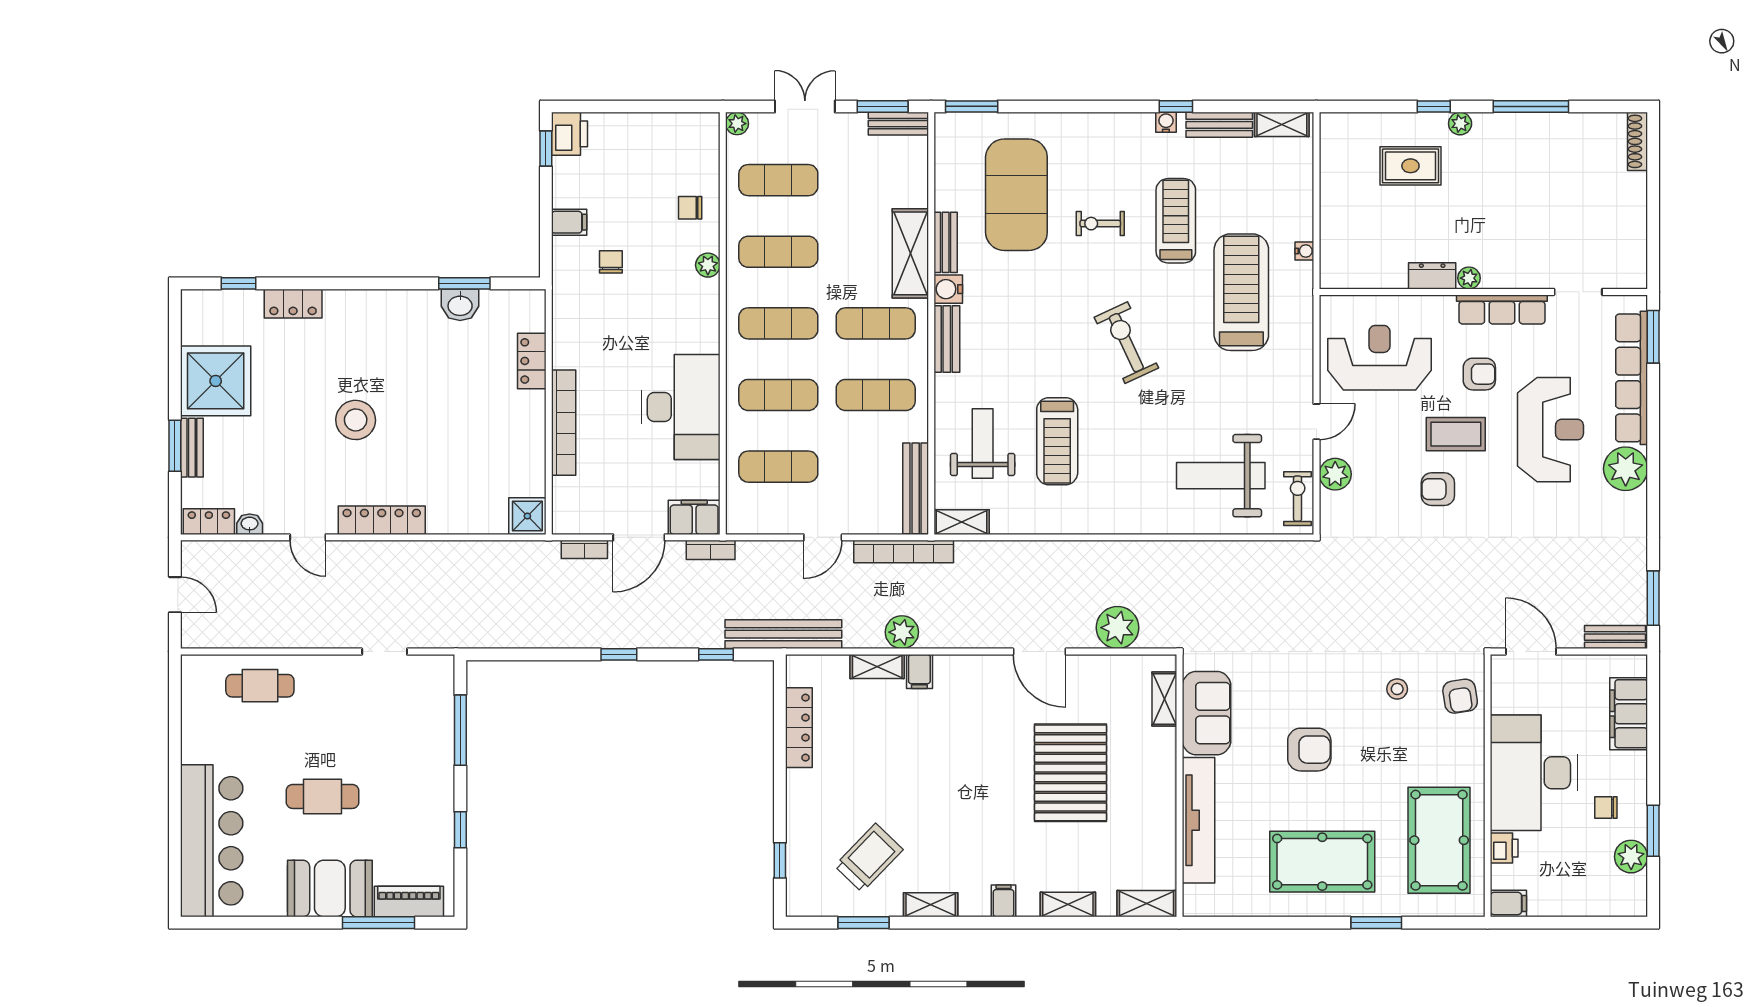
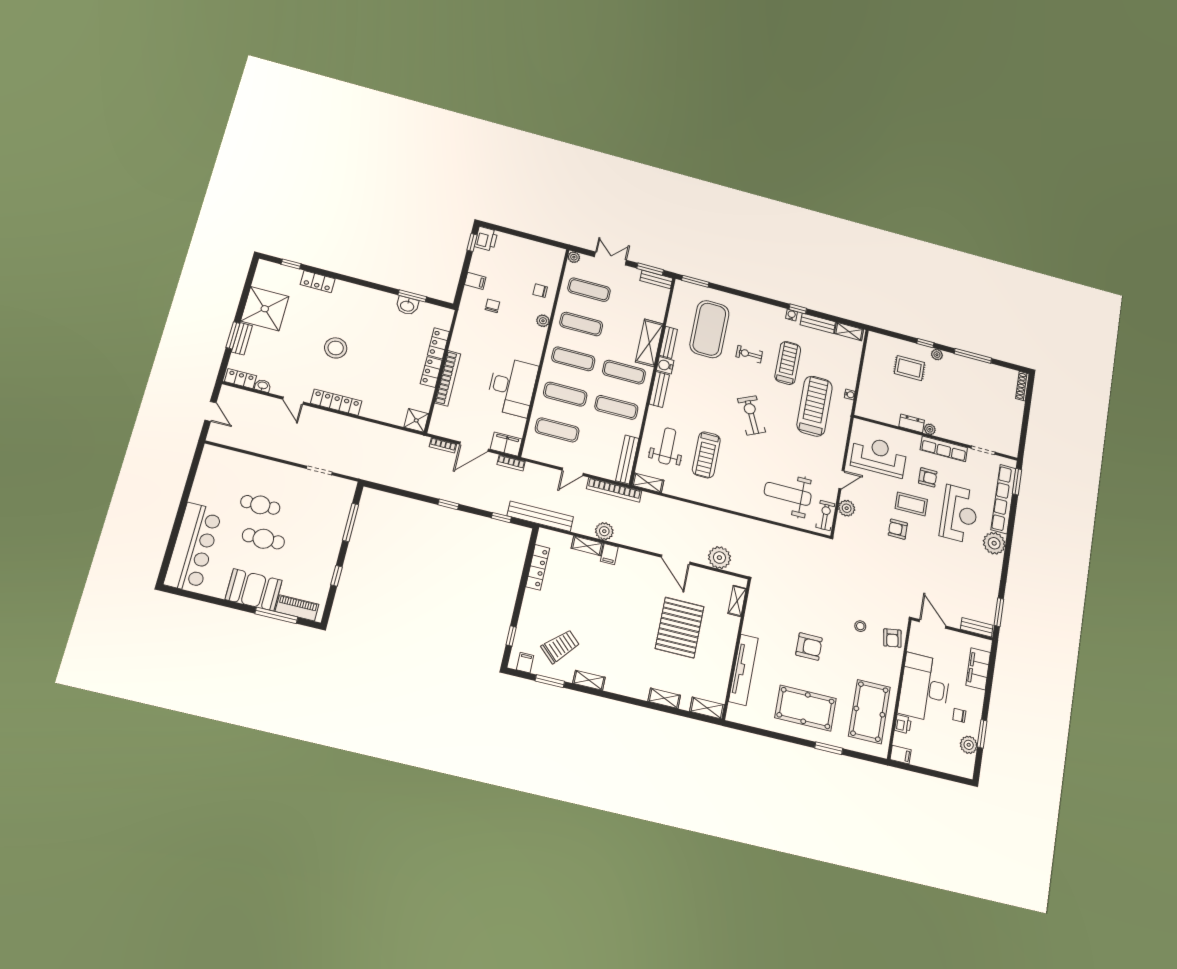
locker: (532, 419) -> (431, 372), added
cafe table: (260, 686) -> (260, 505), moved
sofa: (1206, 713) -> (758, 614), removed
filing cabinet: (1004, 901) -> (525, 663), moved

